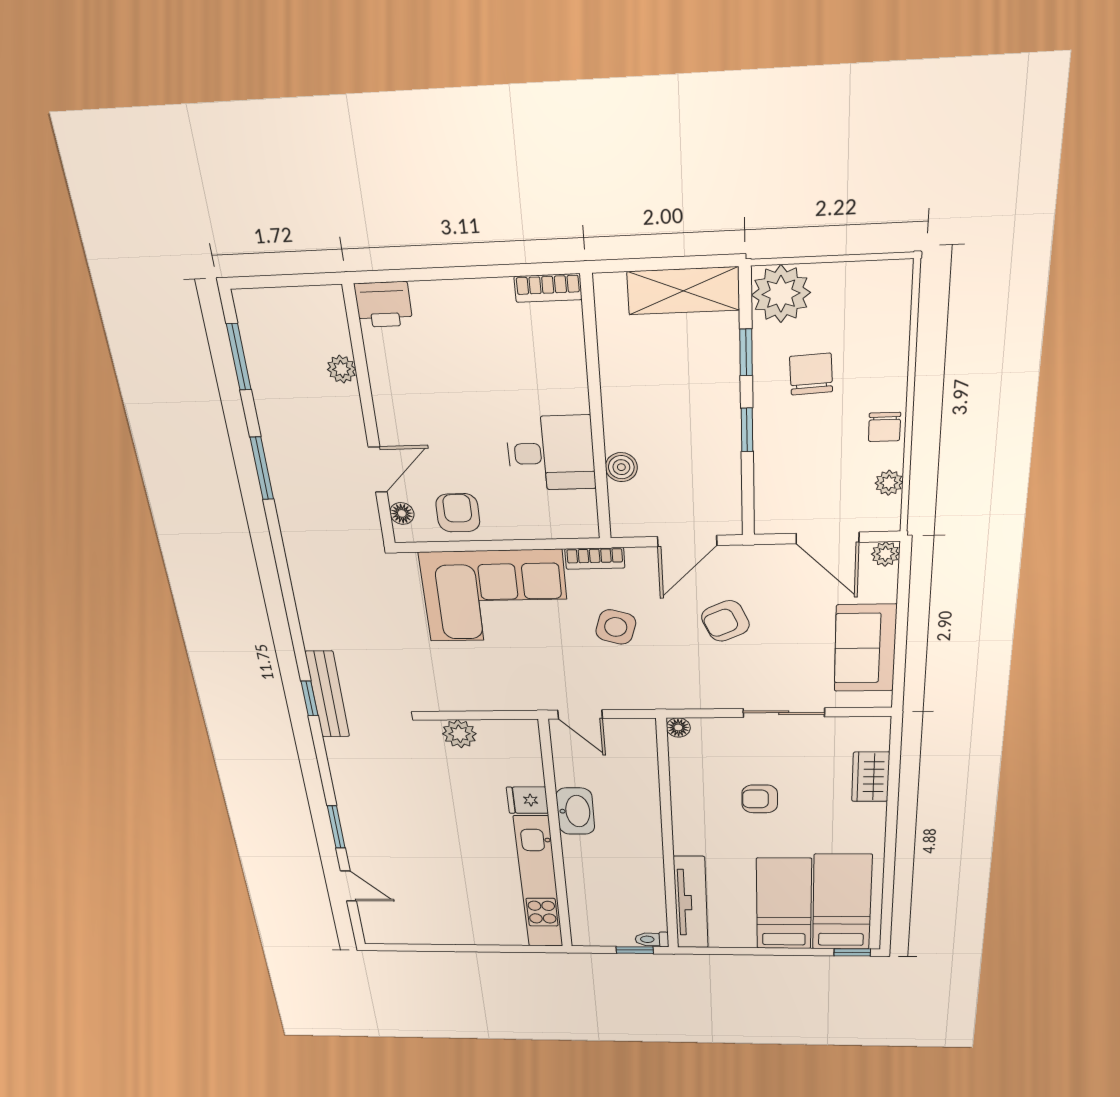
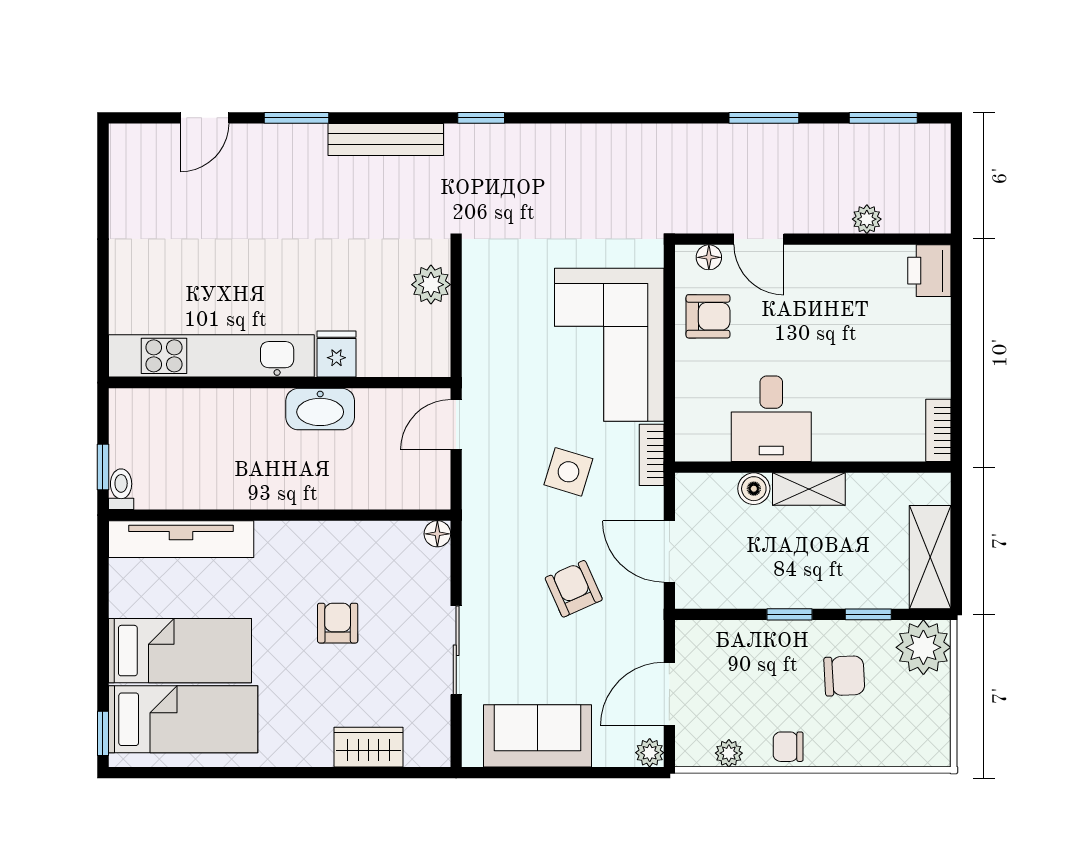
shelving: (618, 415) -> (809, 489), added
bench: (327, 694) -> (386, 139), moved

